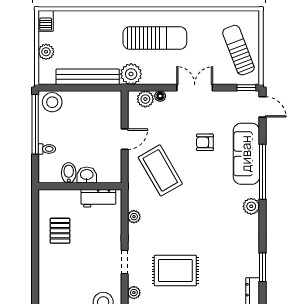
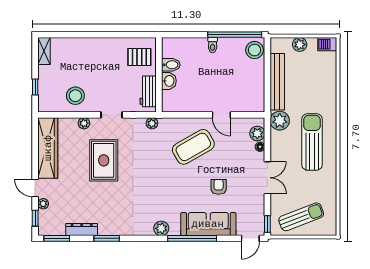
sun lounger: (155, 38) -> (312, 142), turned 180
bidet: (69, 173) -> (171, 65), moved
washbasin: (87, 175) -> (169, 81), moved
wall: (80, 186) -> (159, 75), moved
workbench: (98, 198) -> (148, 91), moved

